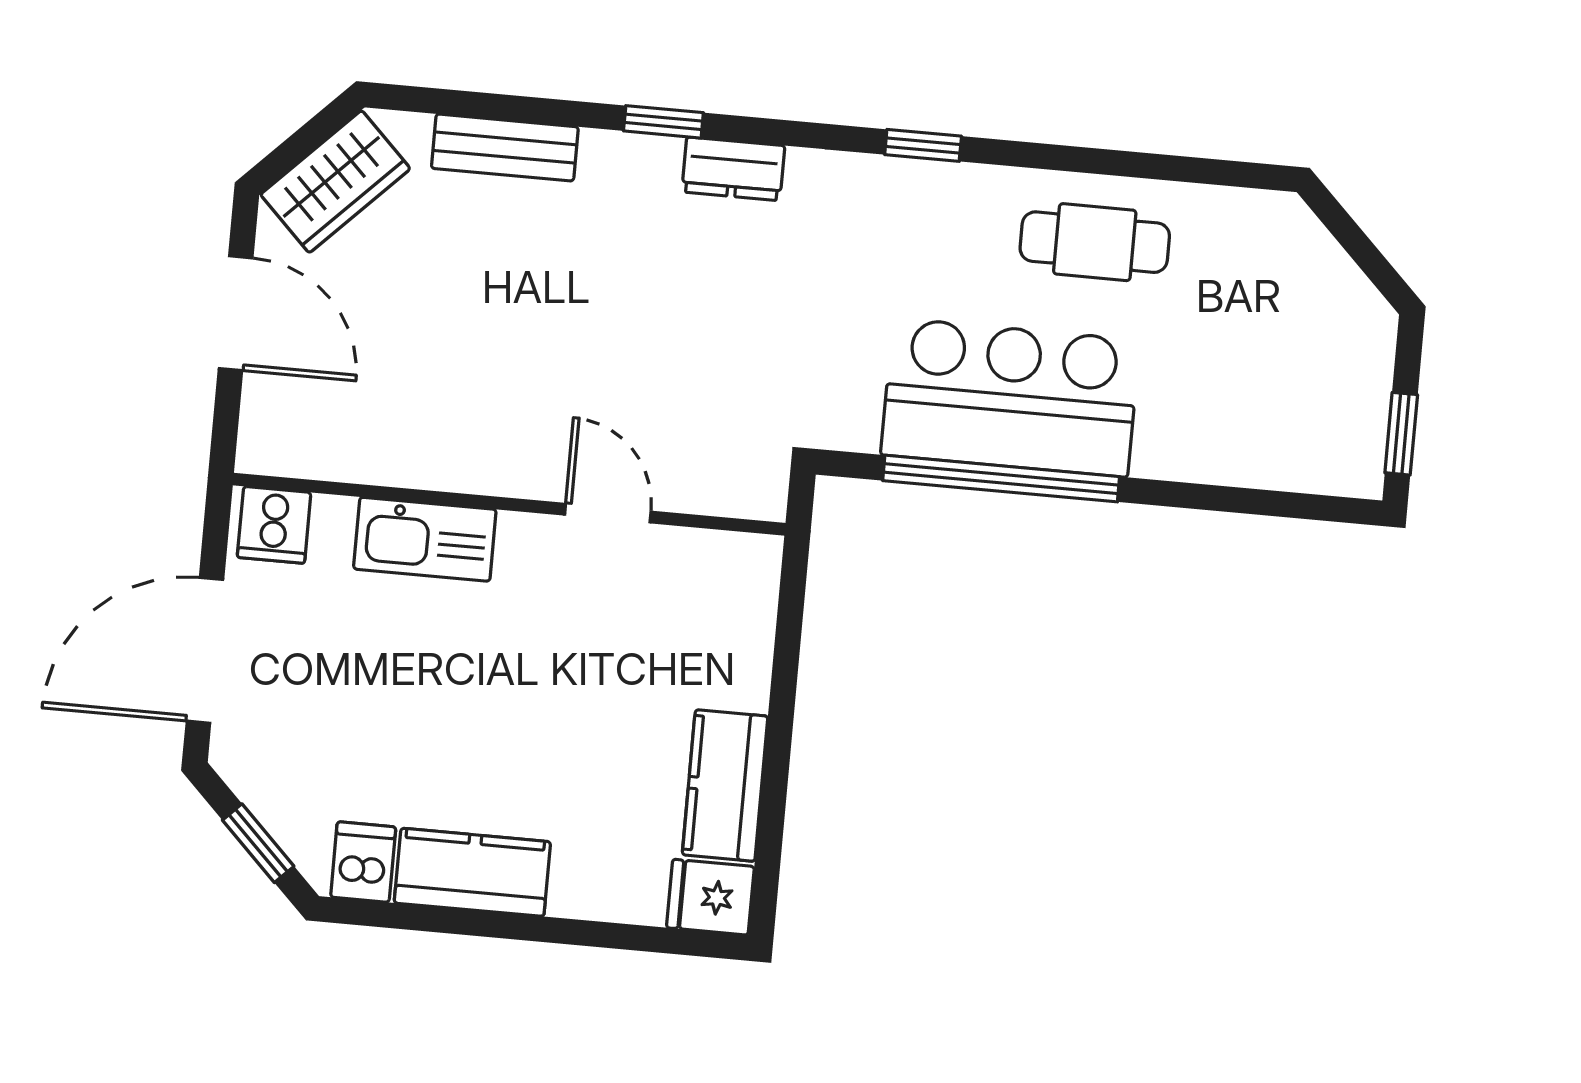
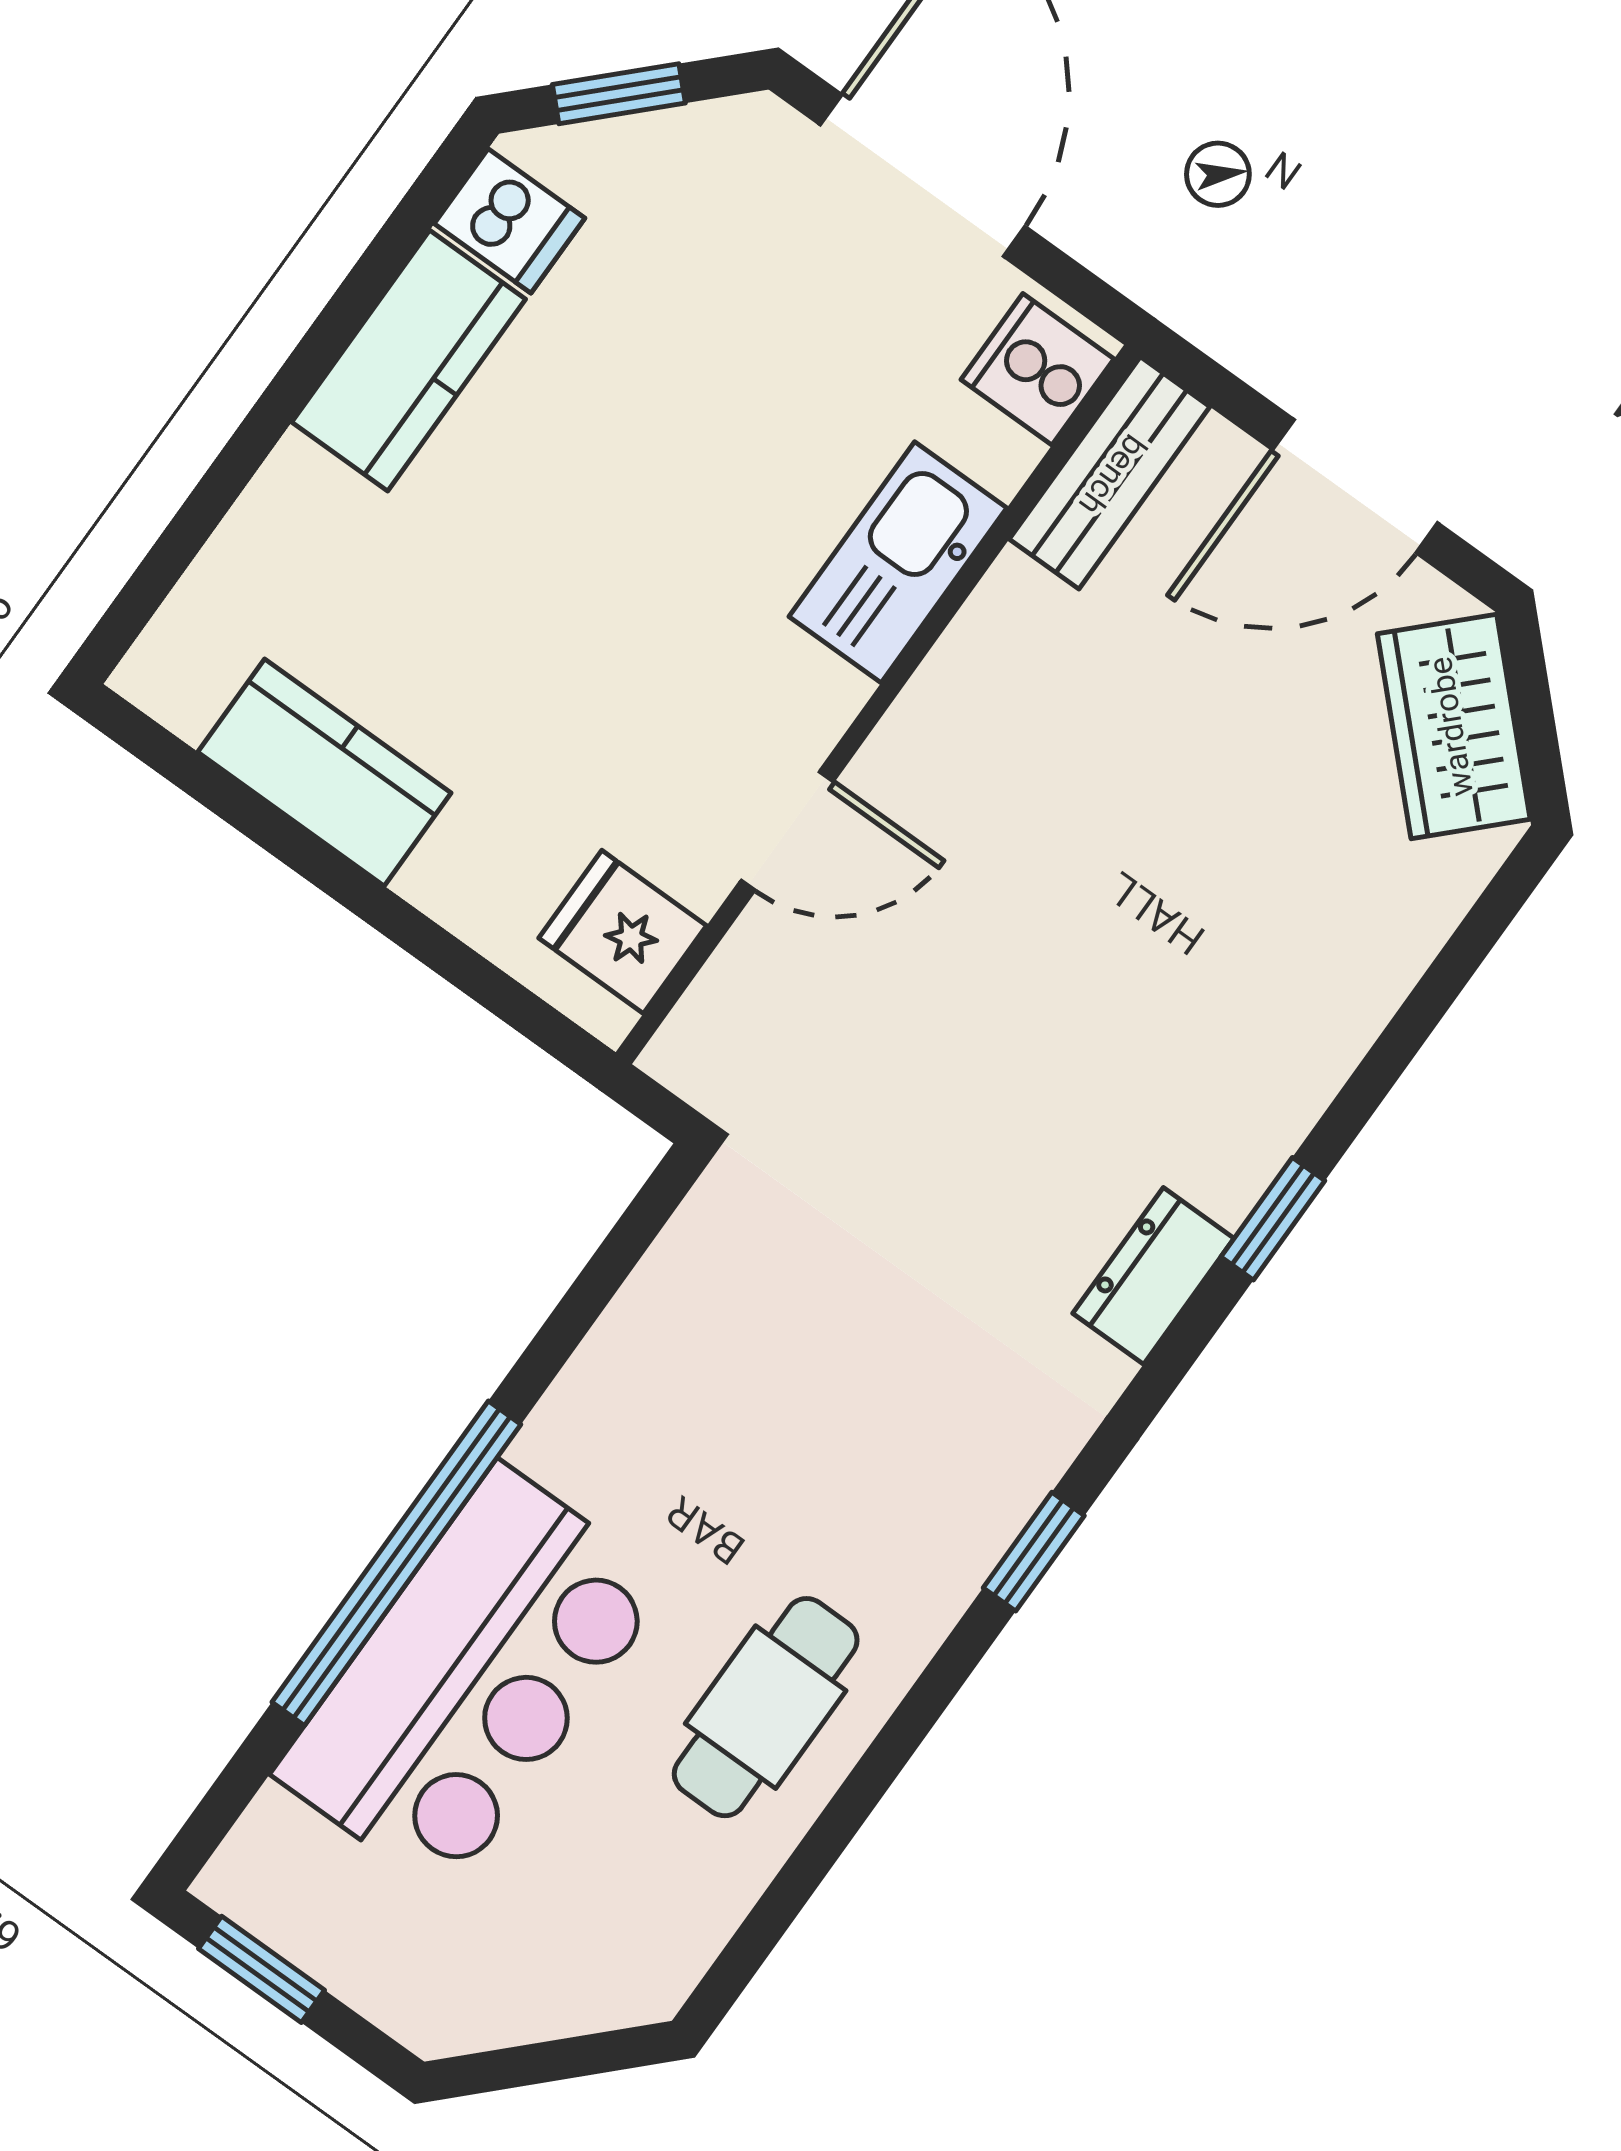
bench: (505, 148) -> (1110, 473), moved
bar counter: (1010, 397) -> (471, 1679), moved
window: (1001, 479) -> (396, 1563), moved
fridge: (710, 897) -> (623, 932), moved, turned -90

